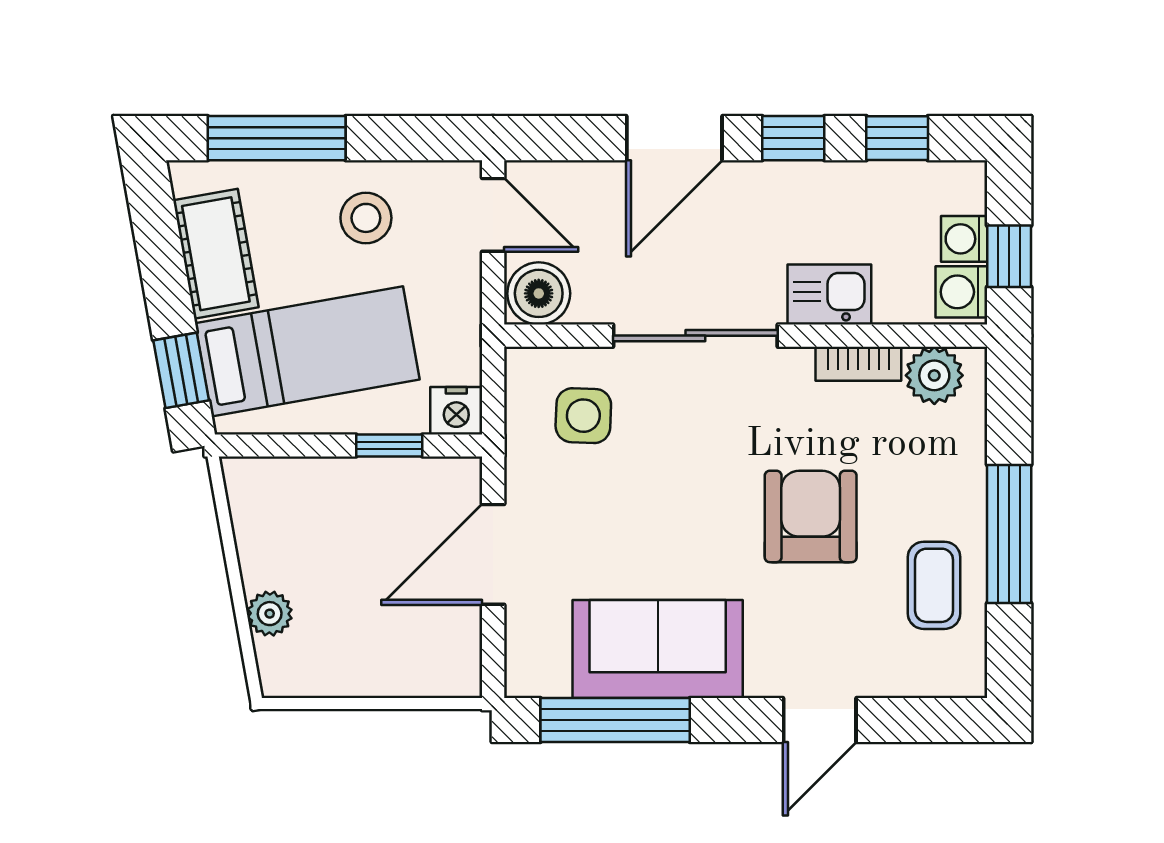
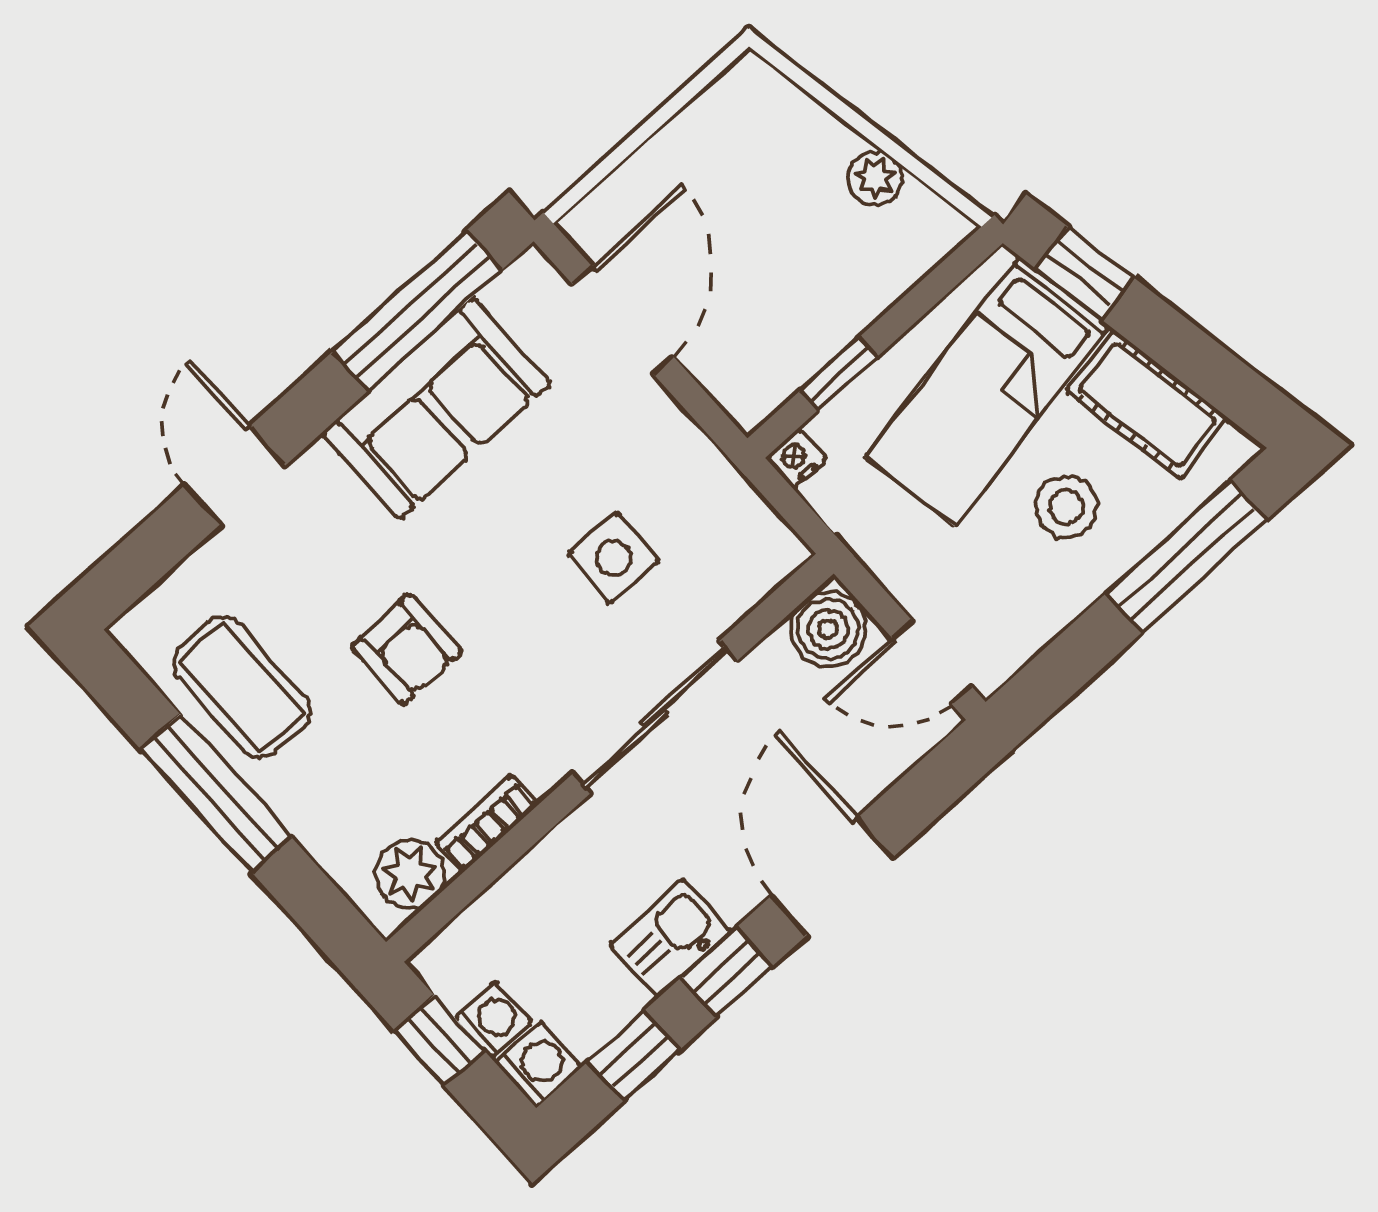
stool: (366, 218) -> (1067, 507), moved
washing machine: (961, 292) -> (538, 1065), moved
kitchen sink: (829, 295) -> (671, 938), moved, turned 180
nightstand: (456, 411) -> (796, 459), width x0.72, depth x0.74
side table: (583, 416) -> (613, 558), moved
armchair: (811, 516) -> (407, 649), width x0.72, depth x0.72
door: (493, 554) -> (623, 320), moved
coffee table: (934, 585) -> (241, 687), width x1.36, depth x1.30
plant: (270, 614) -> (875, 178), moved

